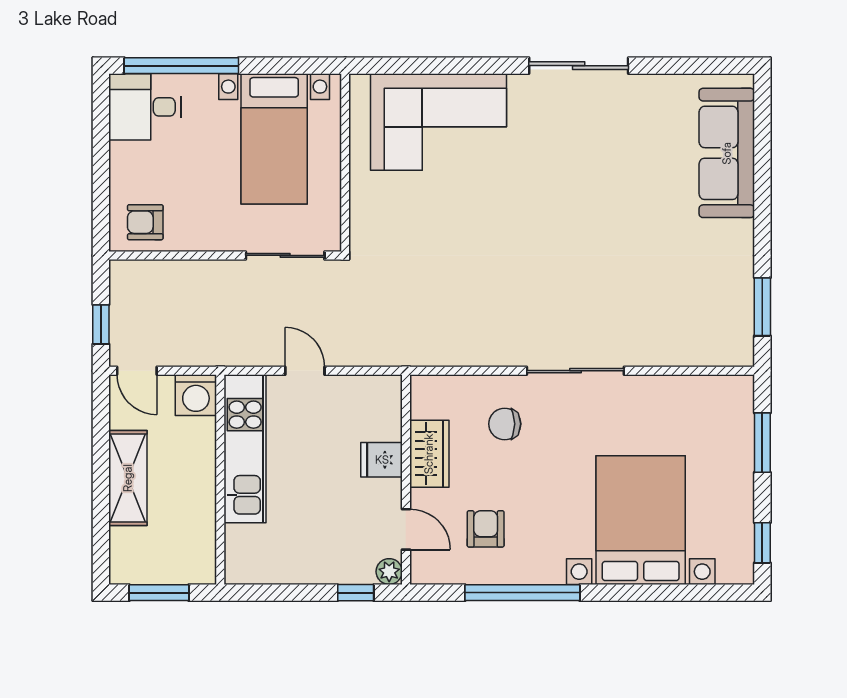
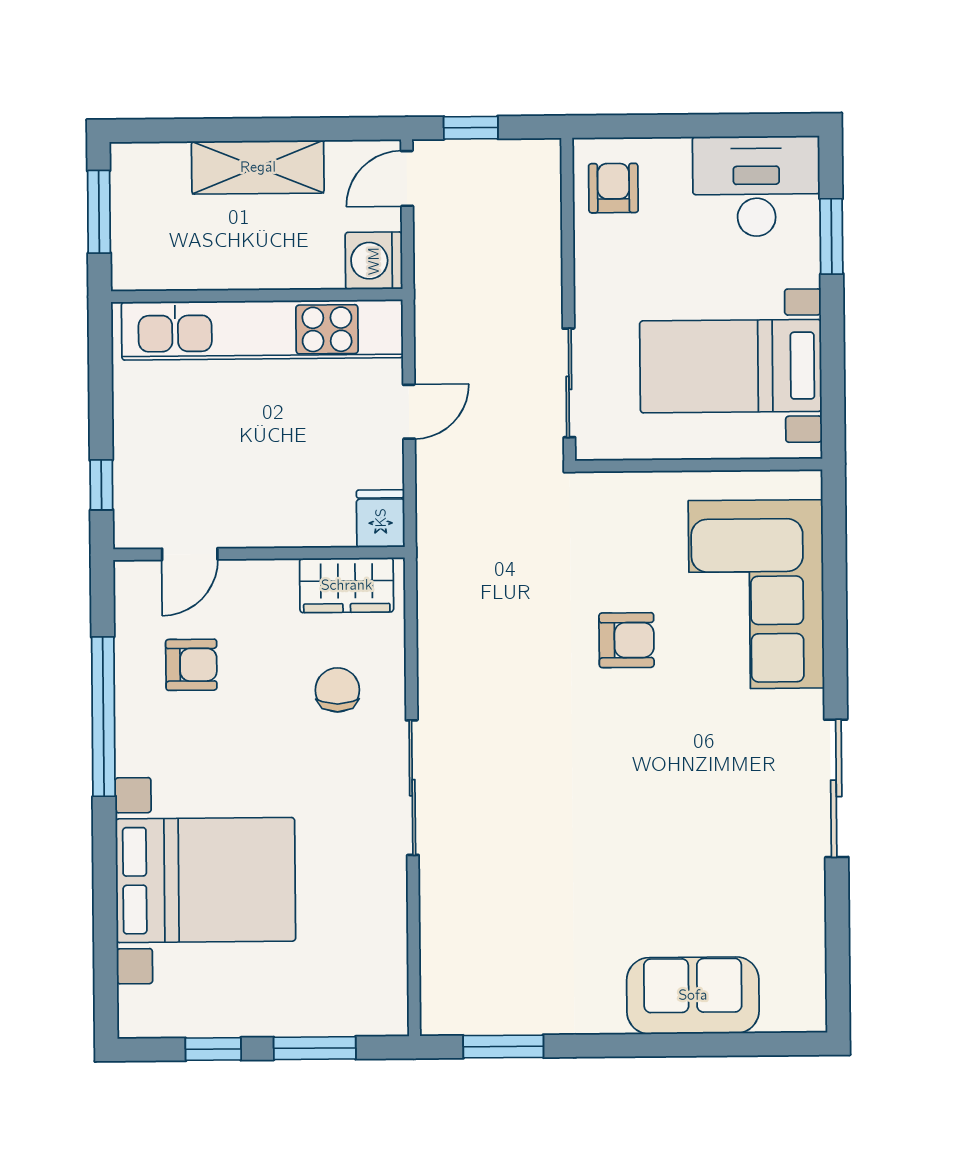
window: (181, 66) -> (831, 236), width x0.47
desk: (145, 107) -> (756, 186), width x1.37
sofa: (727, 153) -> (693, 995), width x0.73
armchair: (471, 216) -> (627, 640), added
kitchen unit: (245, 449) -> (262, 330), width x1.36
wardrobe: (429, 454) -> (347, 585), moved
fridge: (382, 460) -> (381, 518), moved
window: (762, 543) -> (213, 1049), moved
plant: (389, 572) -> (131, 531), removed

